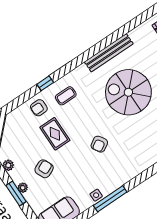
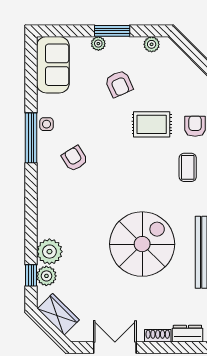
armchair: (99, 144) -> (75, 159), moved
plant: (23, 188) -> (98, 44), moved

